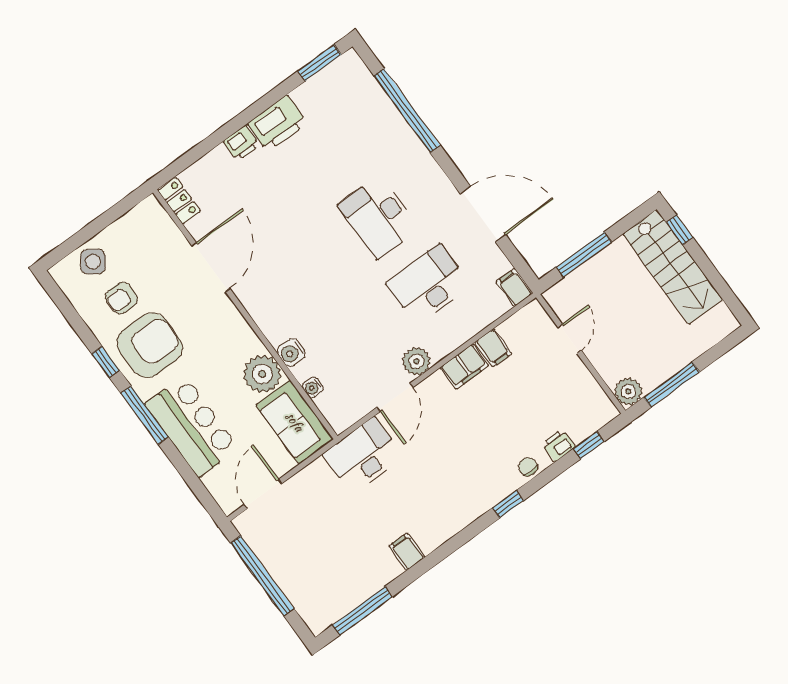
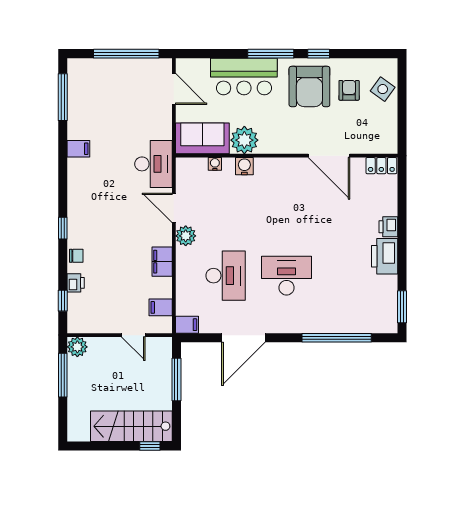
filing cabinet: (493, 348) -> (161, 307), moved

